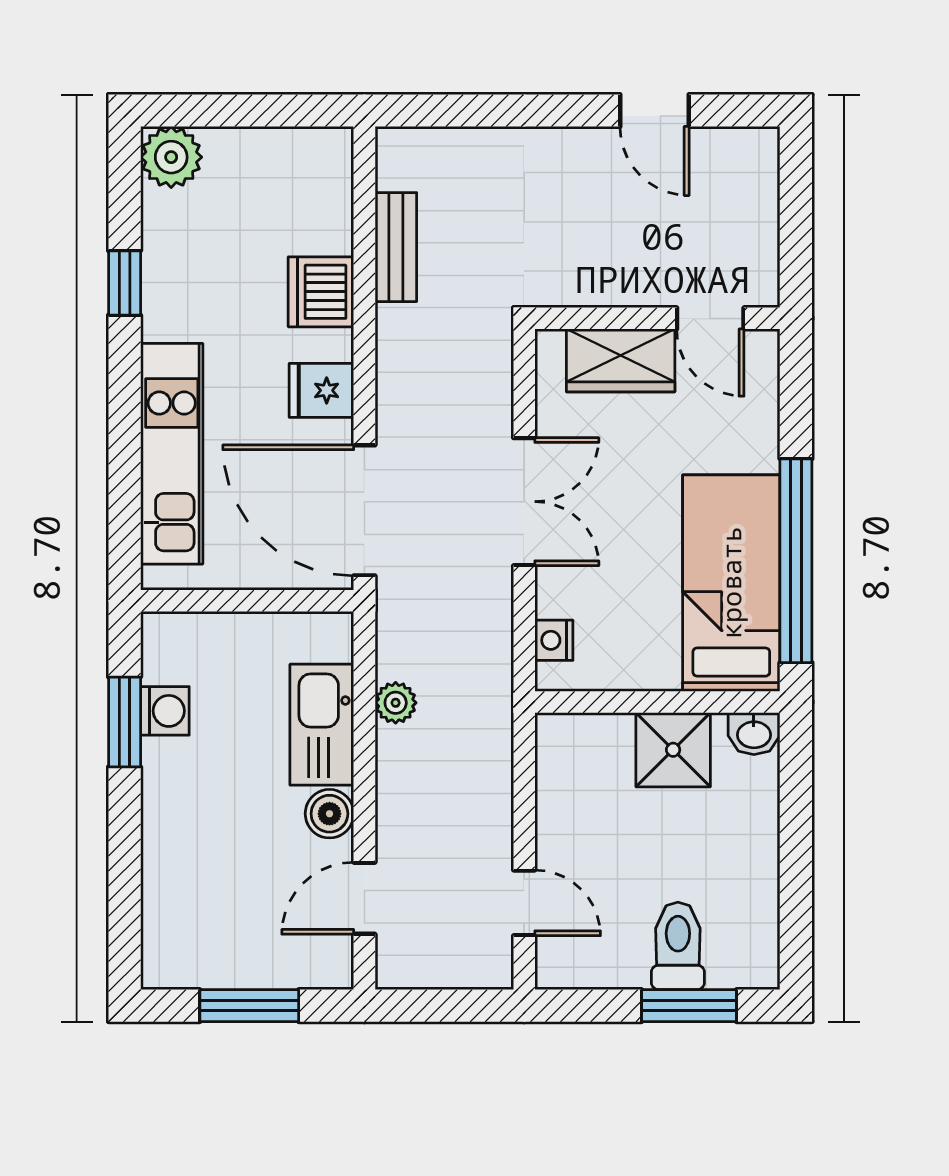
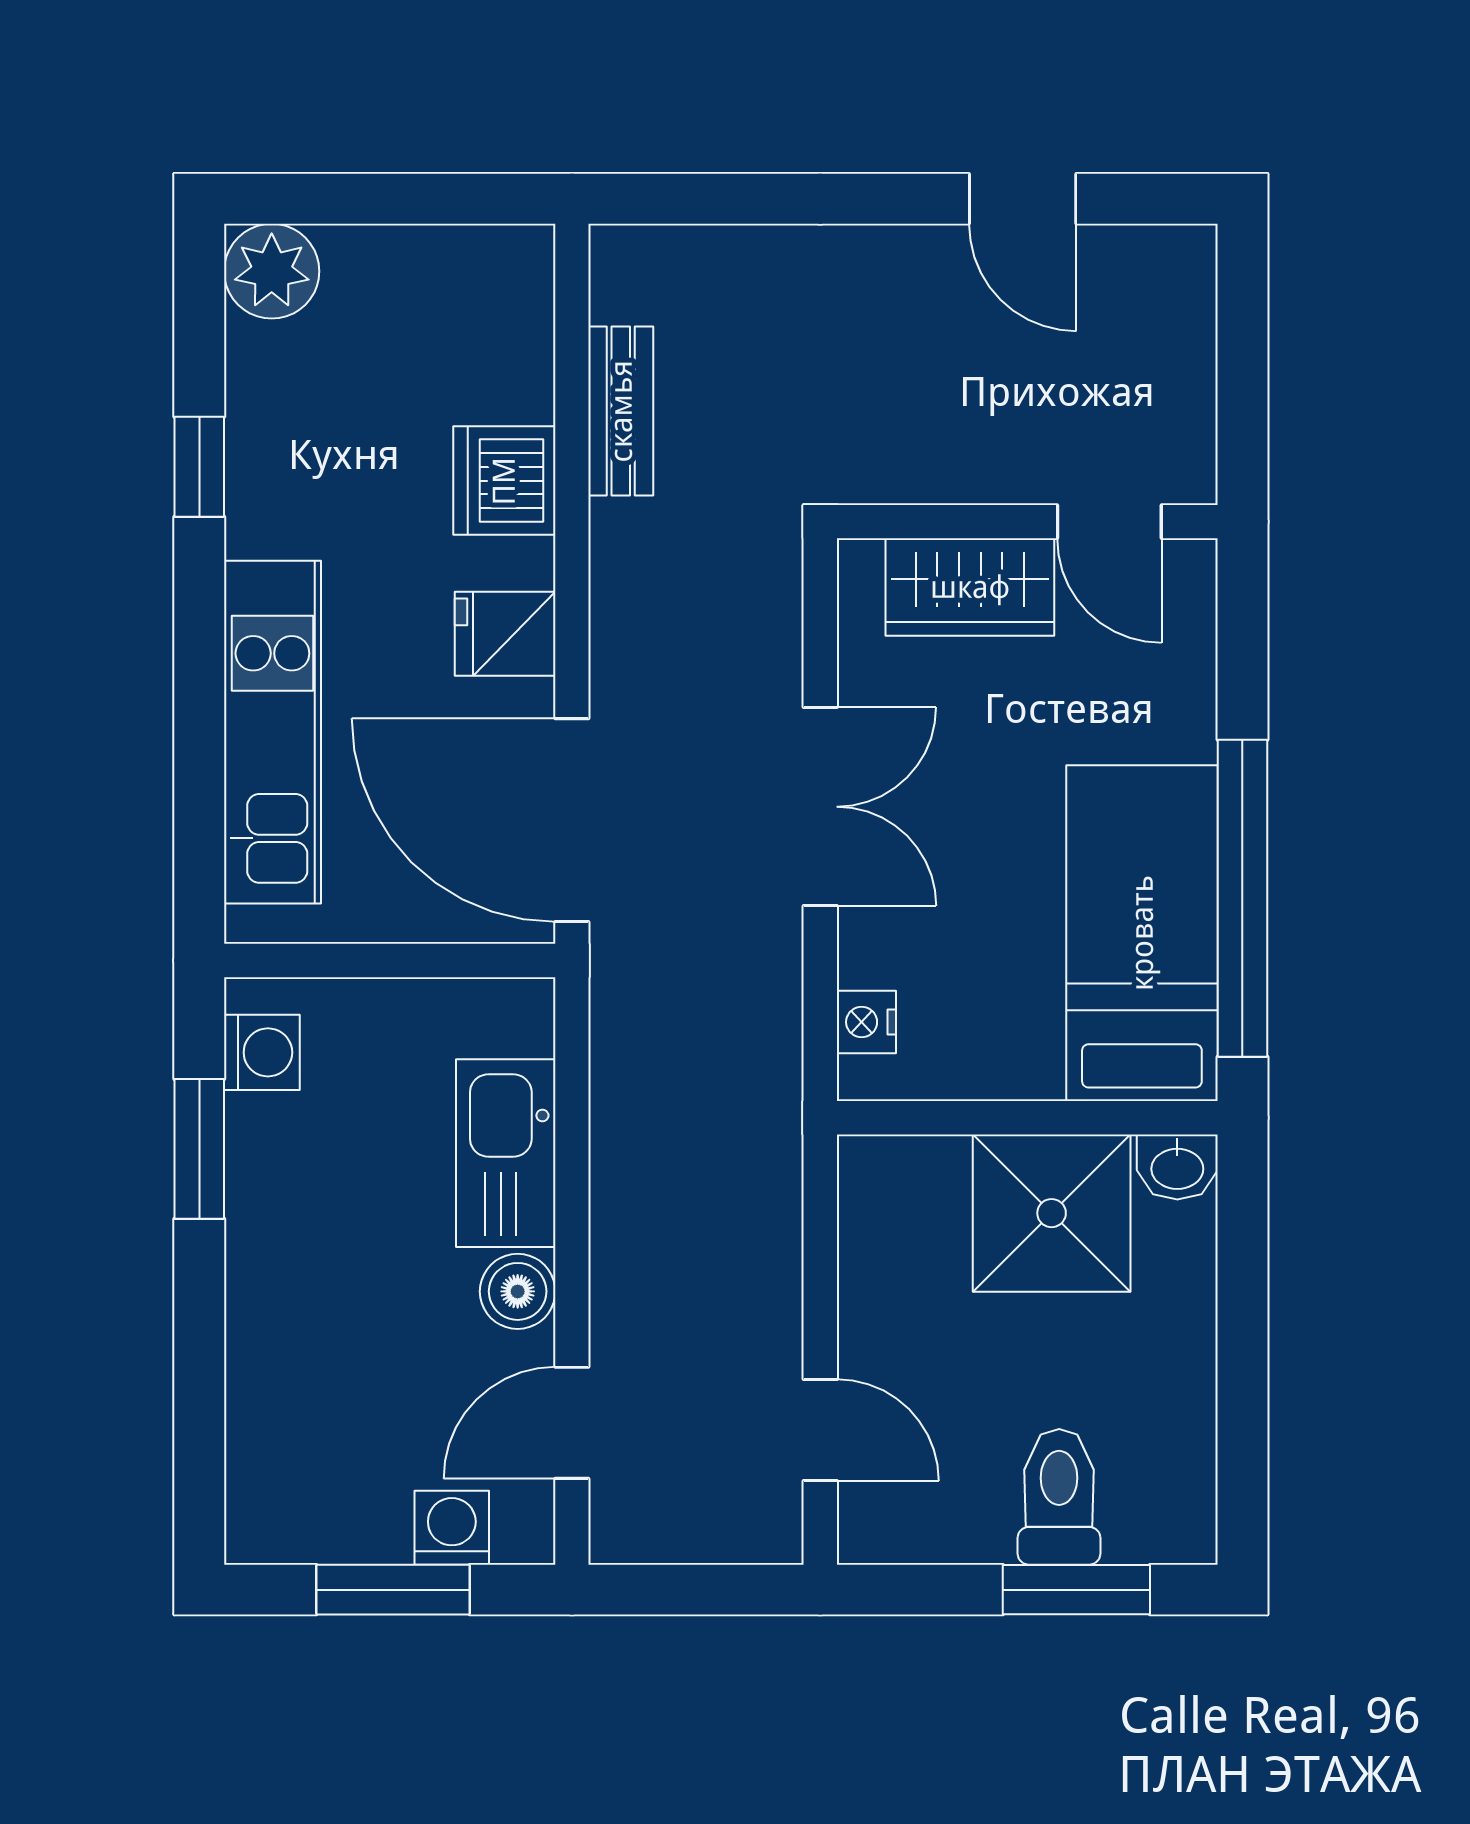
plant: (396, 703) -> (620, 1119), removed
washing machine: (165, 711) -> (262, 1052), moved
shower: (673, 750) -> (1052, 1213), width x1.36, depth x1.36
washing machine: (287, 966) -> (452, 1528), added

